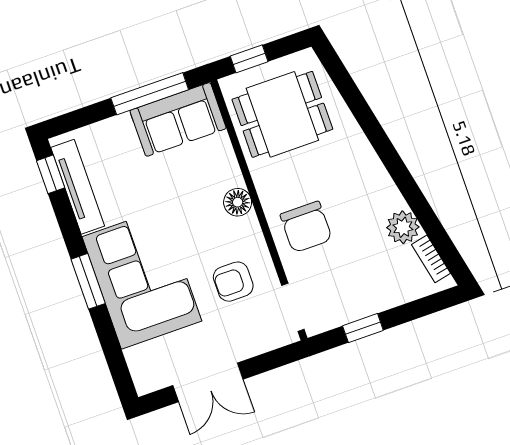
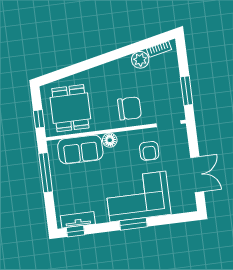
sofa: (178, 119) -> (80, 149), moved, turned 90
tv unit: (78, 187) -> (78, 220), width x0.71
window: (363, 328) -> (187, 91), width x1.50

